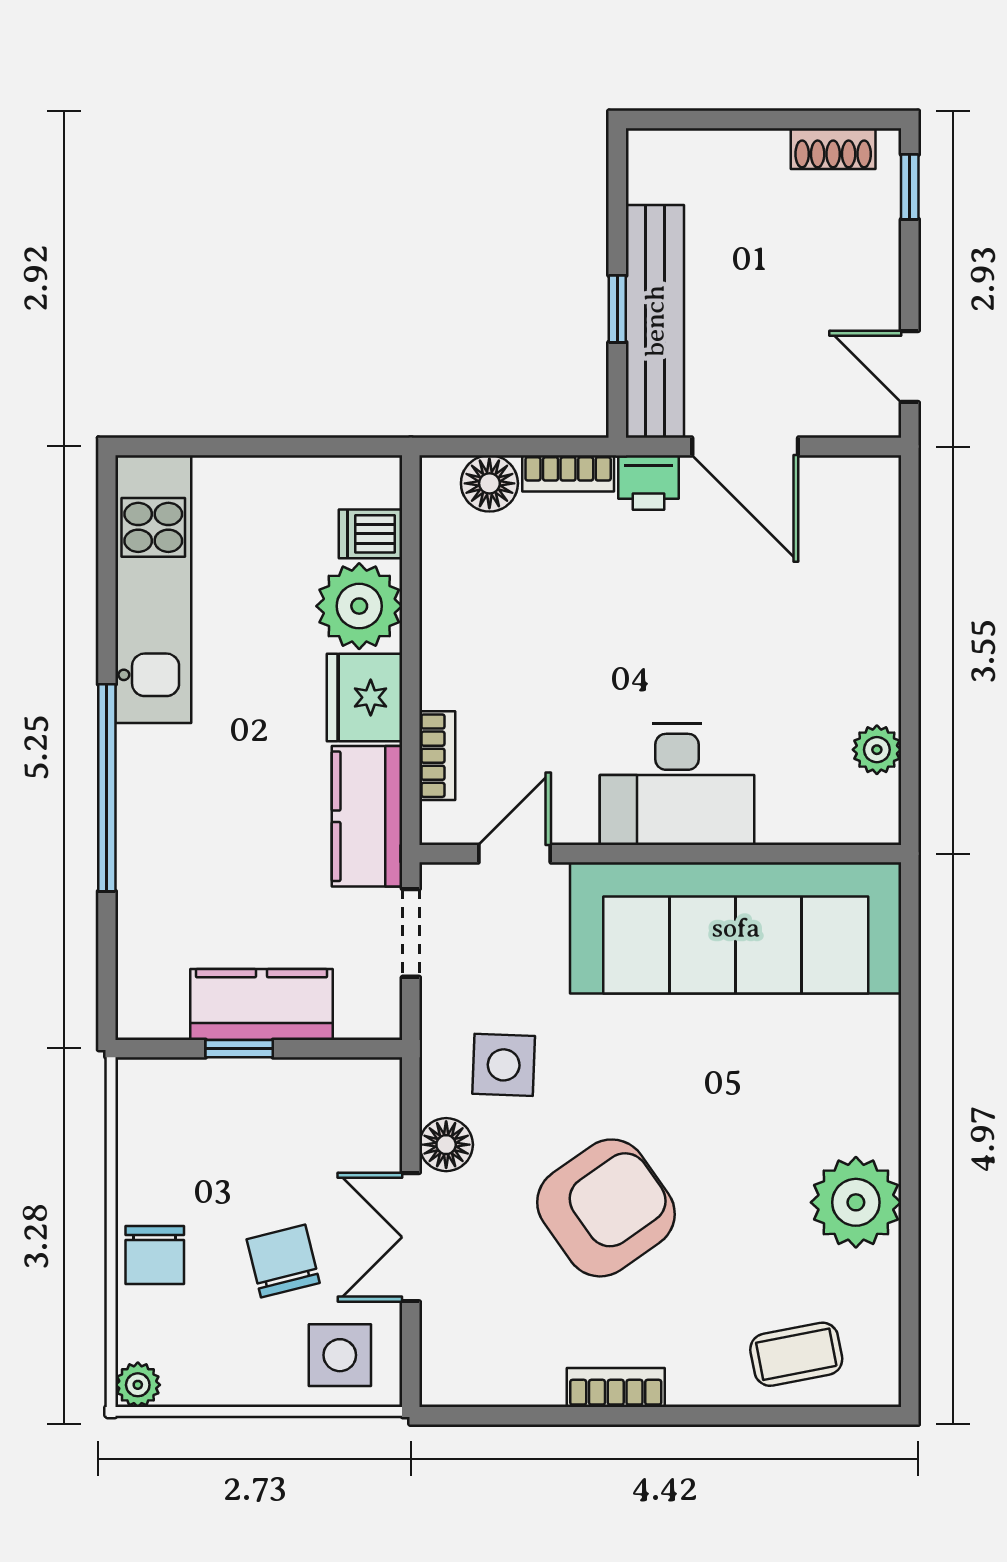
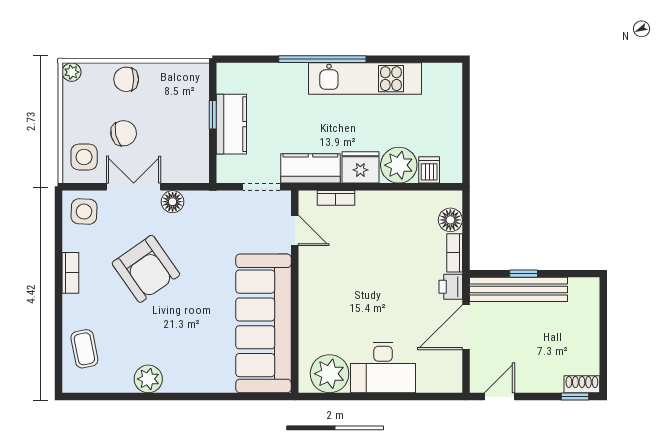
shoe rack: (833, 149) -> (582, 384), moved, turned 90
kitchen unit: (153, 589) -> (365, 79), moved
plant: (877, 750) -> (330, 374), width x1.88, depth x1.88
desk: (677, 785) -> (383, 367), moved, turned -90
side table: (504, 1065) -> (84, 212), moved
plant: (856, 1202) -> (148, 379), width x0.73, depth x0.73

